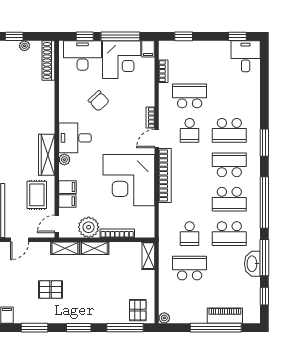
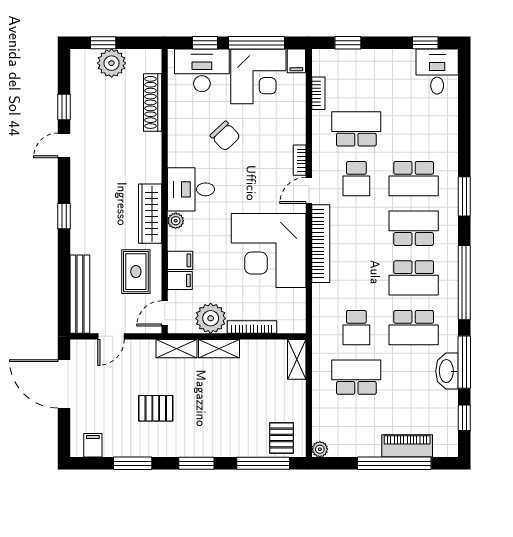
plant: (24, 46) -> (112, 63), width x1.87, depth x1.87
shoe rack: (48, 61) -> (153, 102), moved

